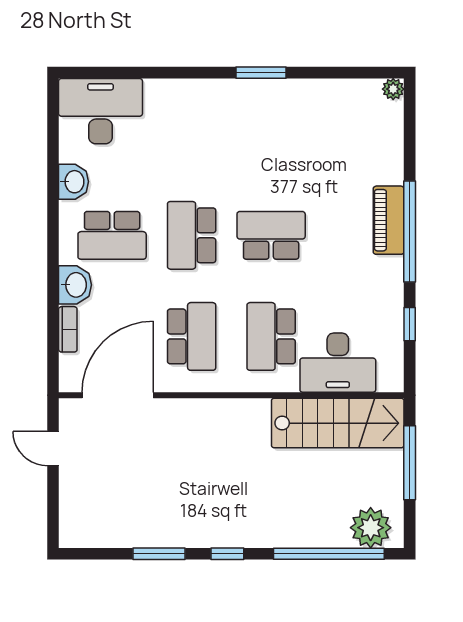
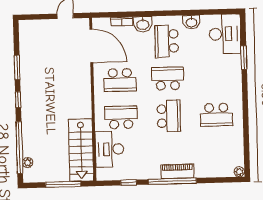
window: (261, 73) -> (244, 57), moved
school desk: (271, 134) -> (216, 115), added
plant: (371, 528) -> (28, 163), width x0.53, depth x0.53

